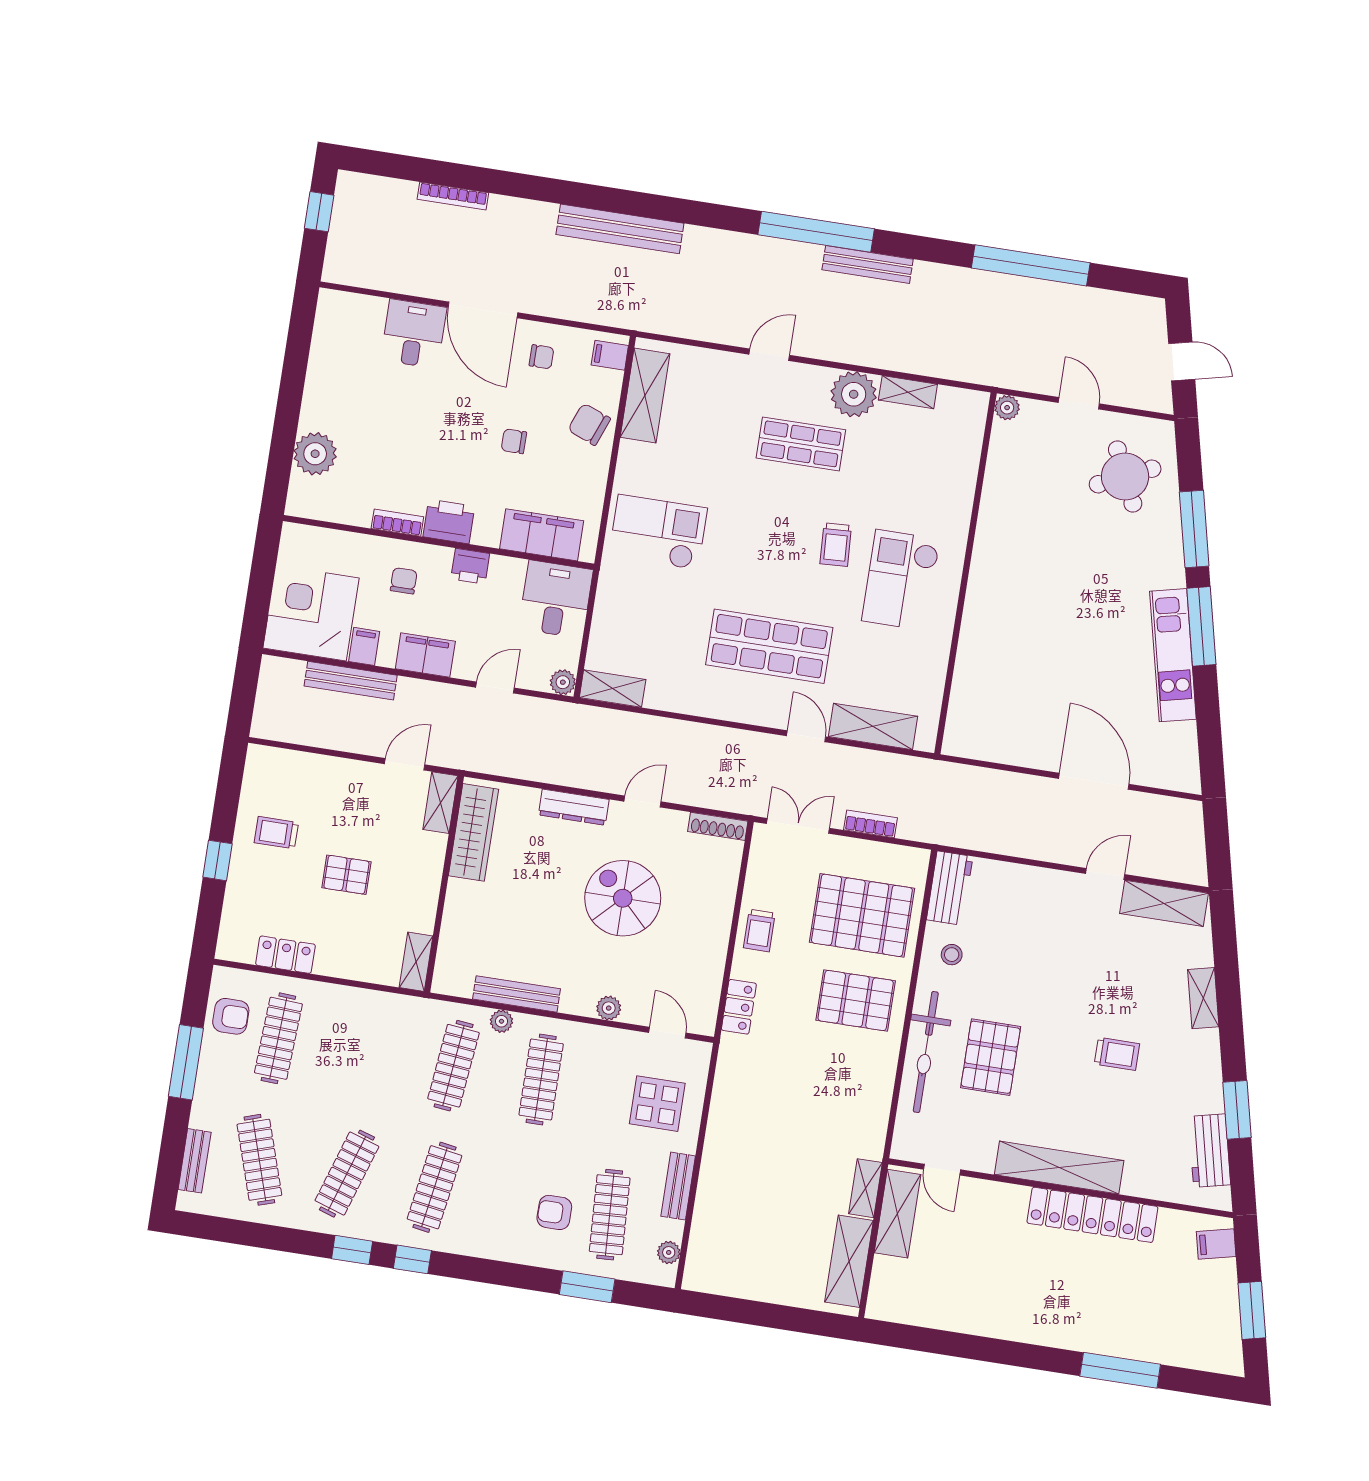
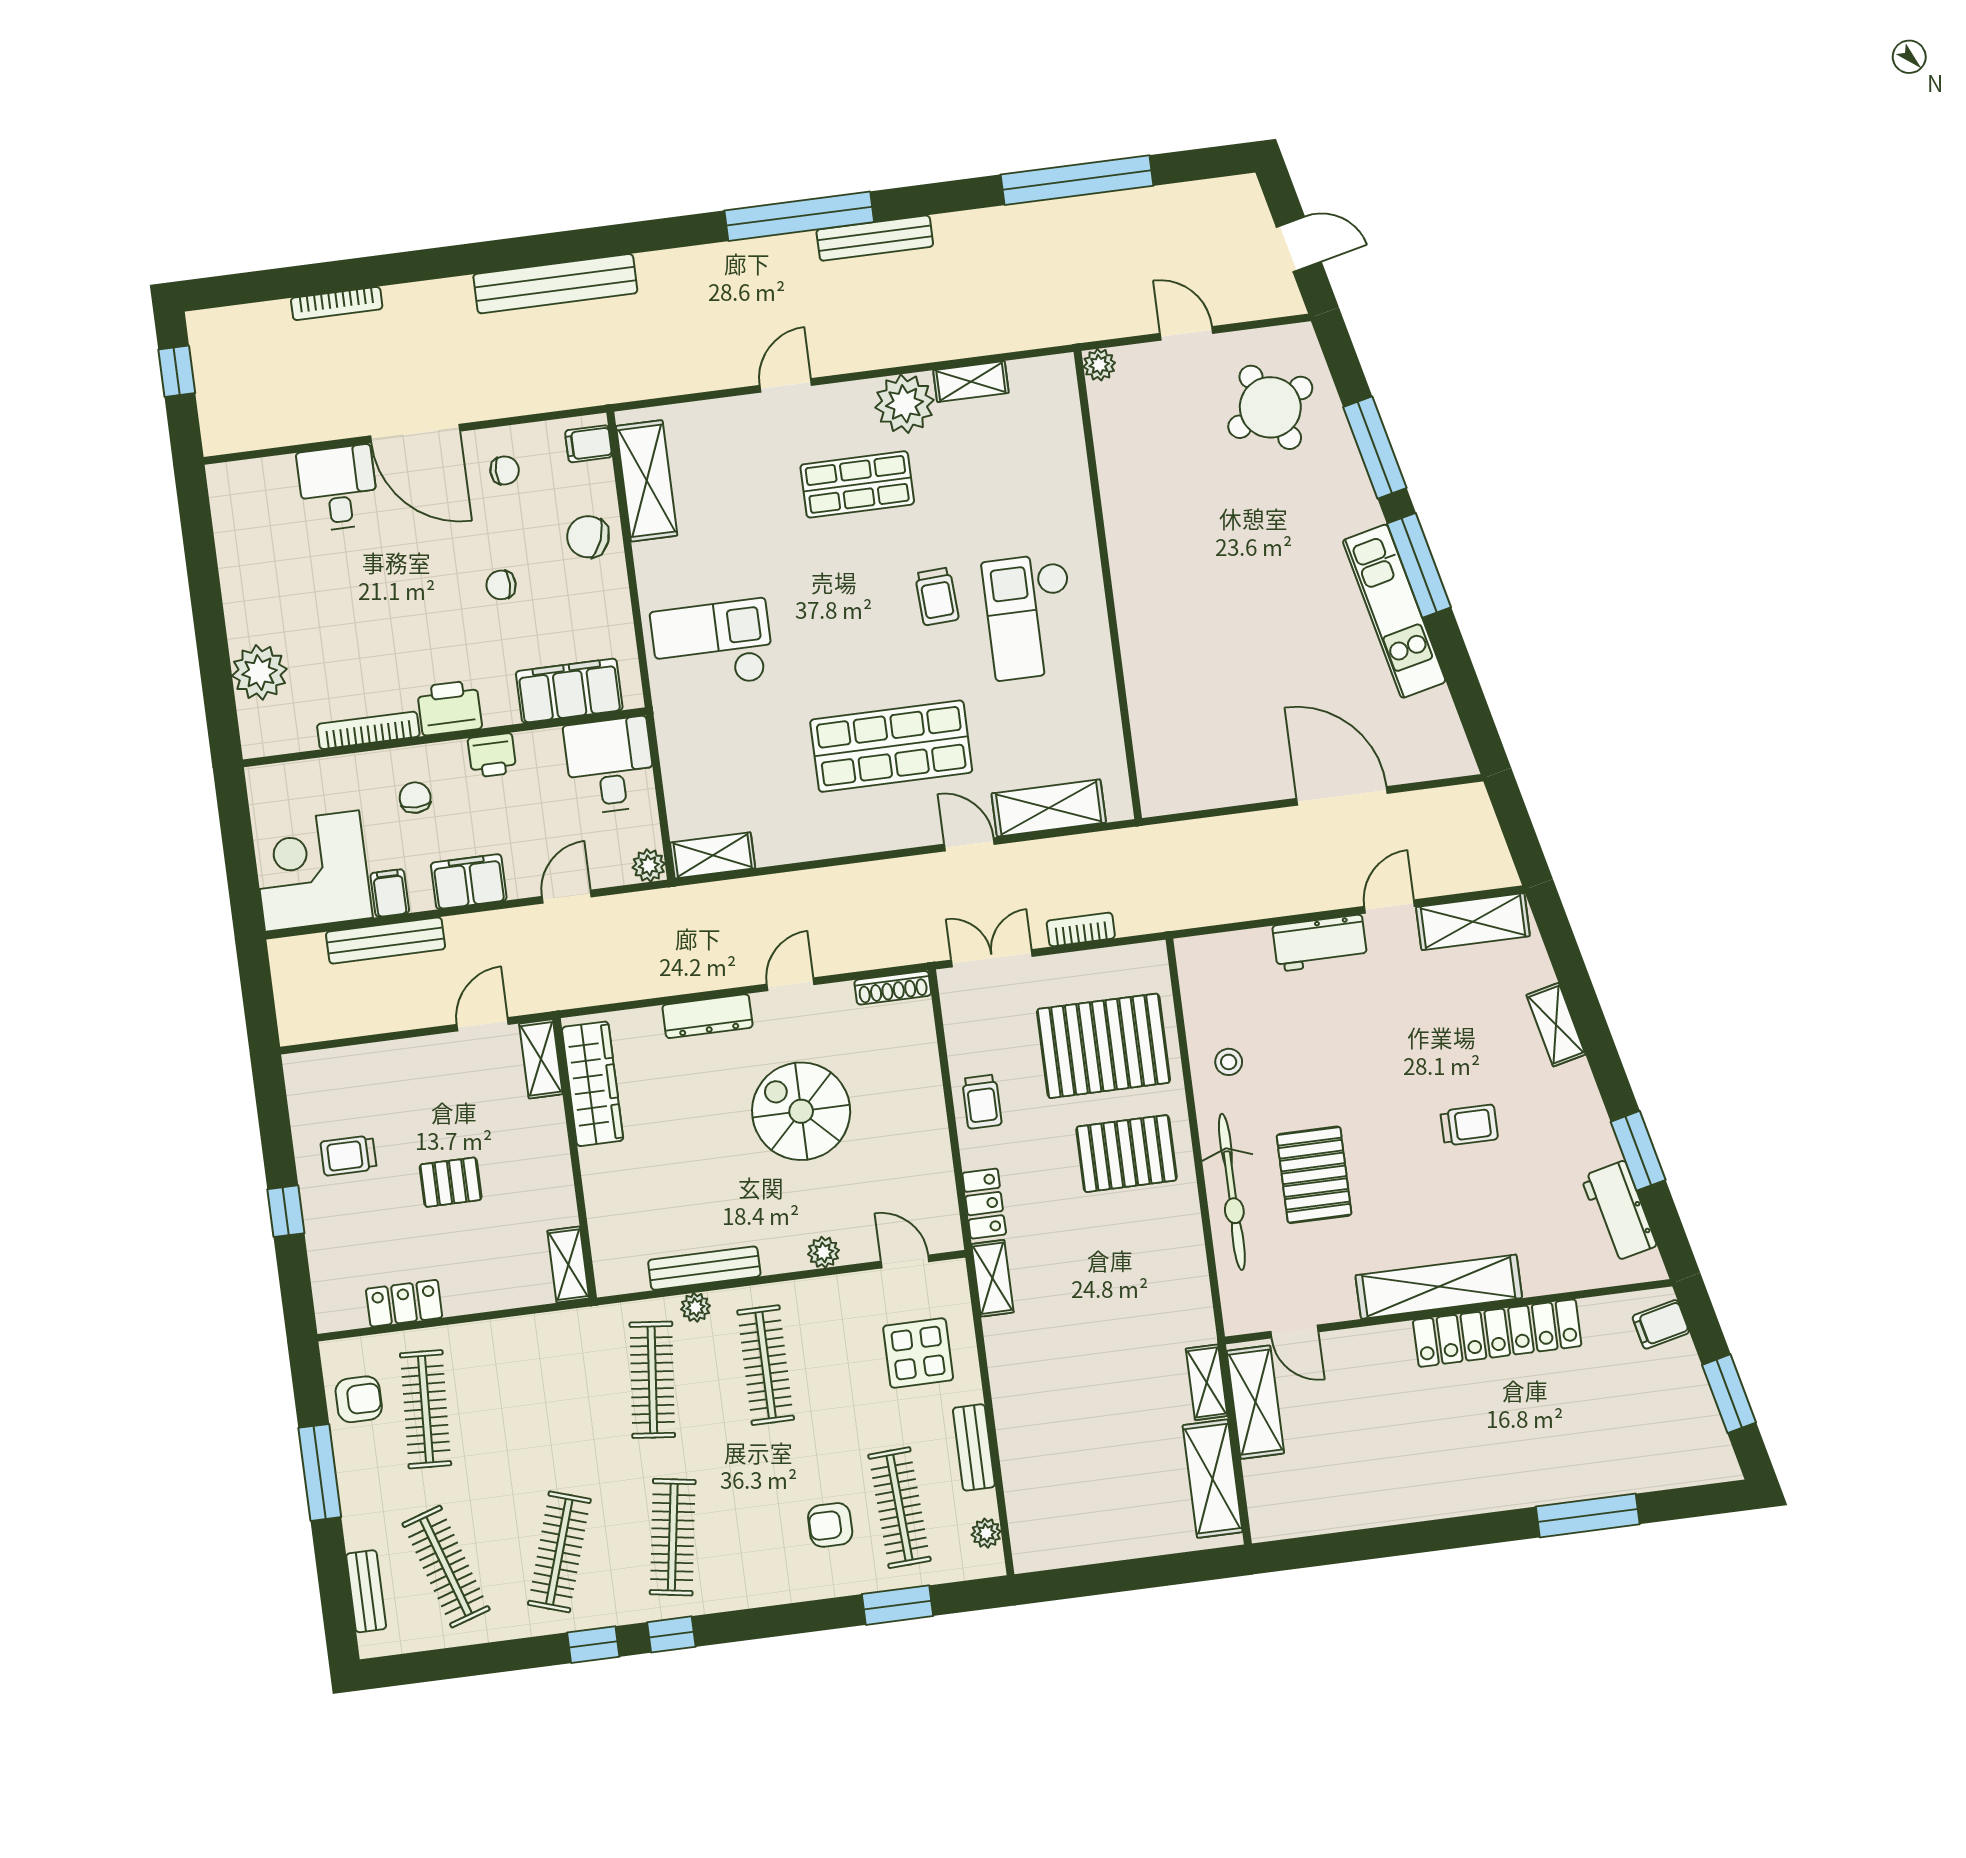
bookcase: (397, 523) -> (368, 730), width x1.56
workbench: (950, 888) -> (1320, 943), moved, turned 90
shelving: (729, 1064) -> (993, 1278), added

